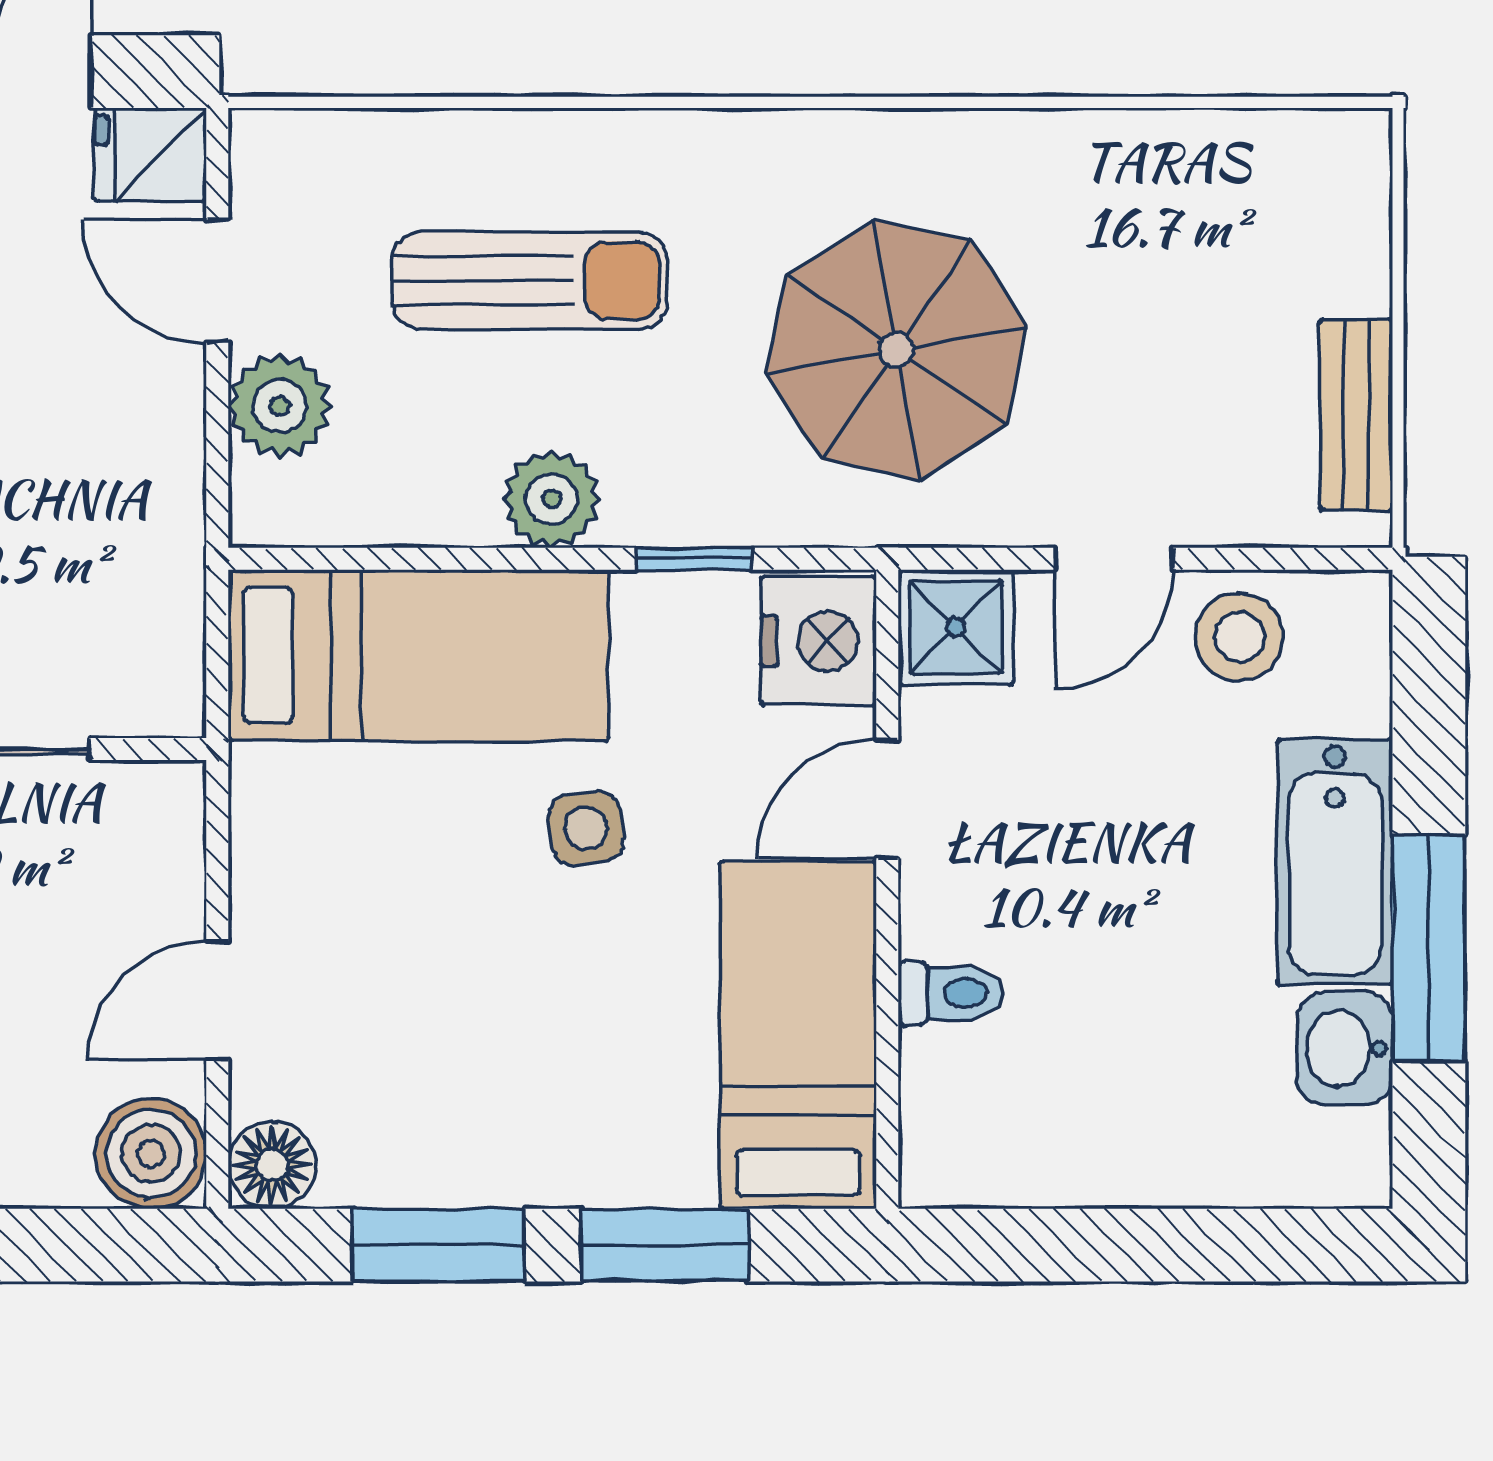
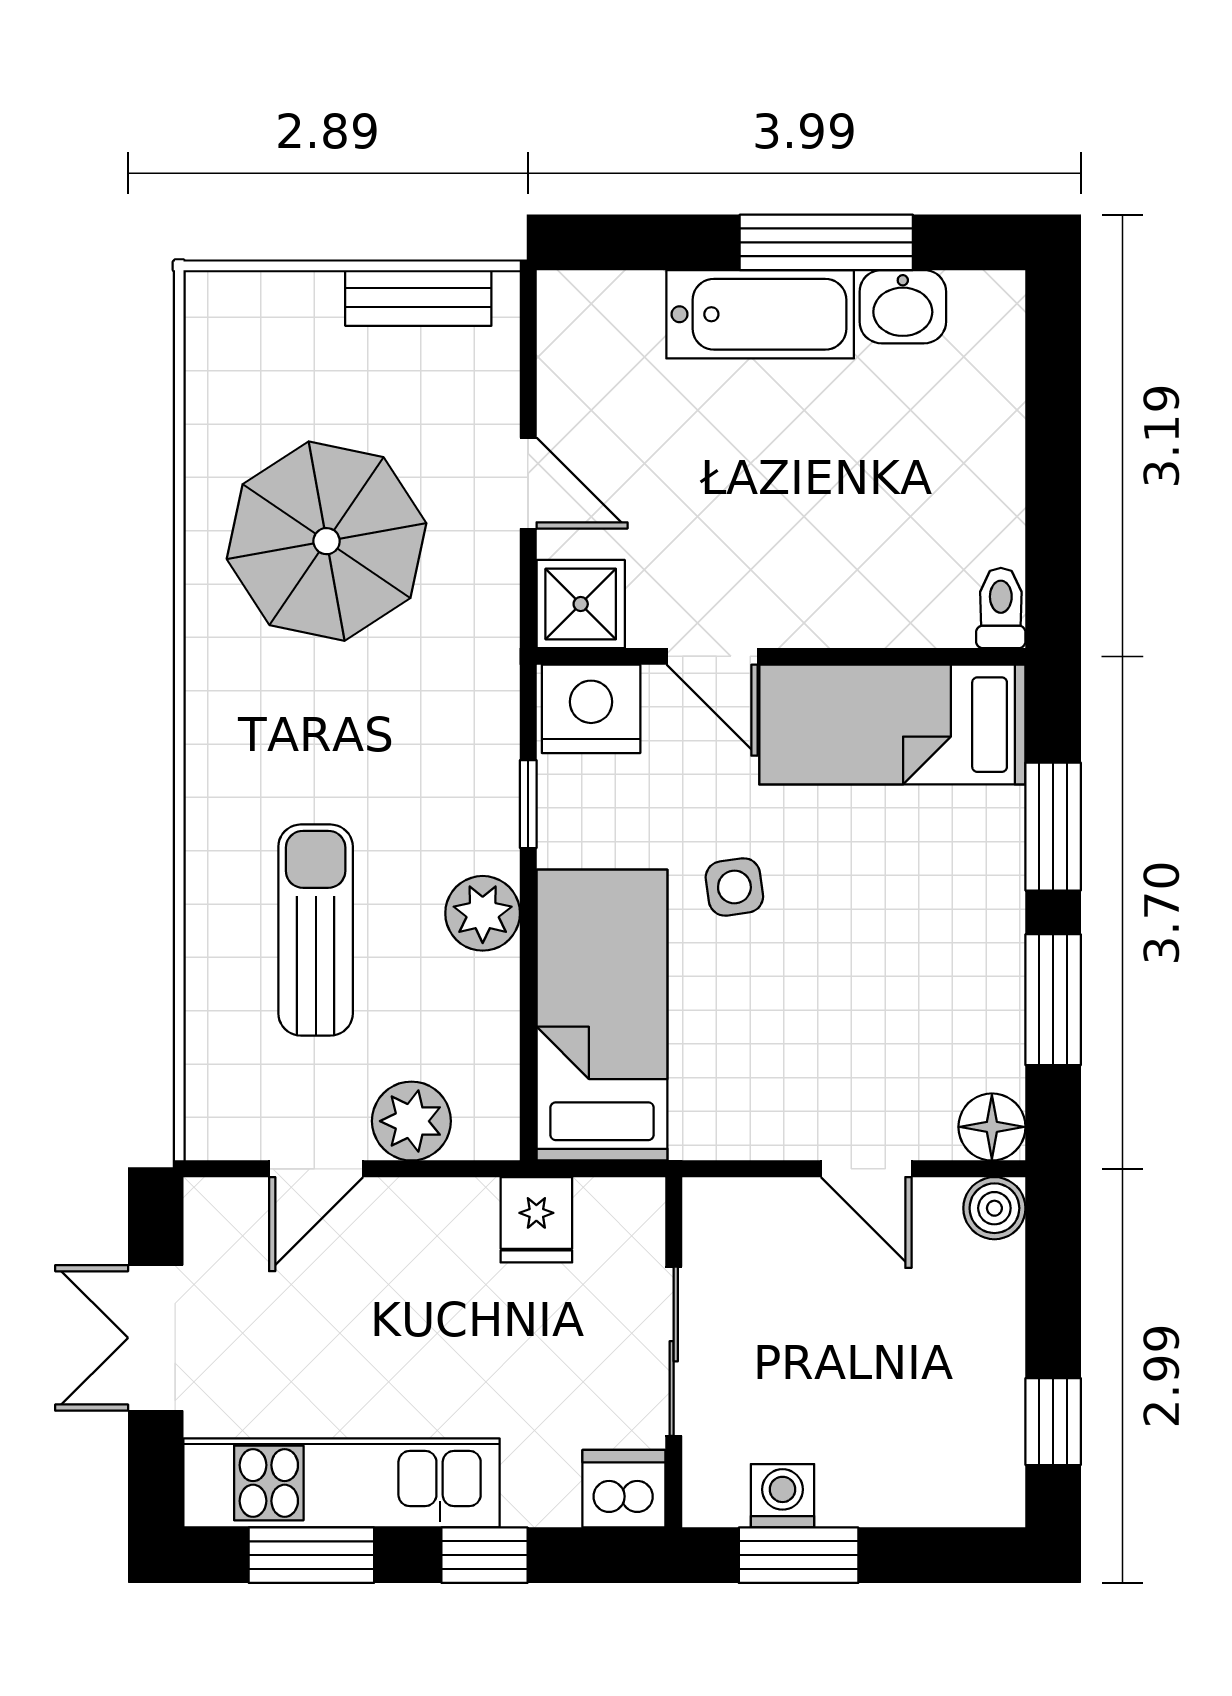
fridge: (151, 155) -> (536, 1220), moved
parasol: (896, 350) -> (327, 541), moved
stool: (1239, 637) -> (588, 387), removed
toilet: (951, 993) -> (1001, 608), moved
boiler: (151, 1153) -> (994, 1208), width x0.73, depth x0.73

